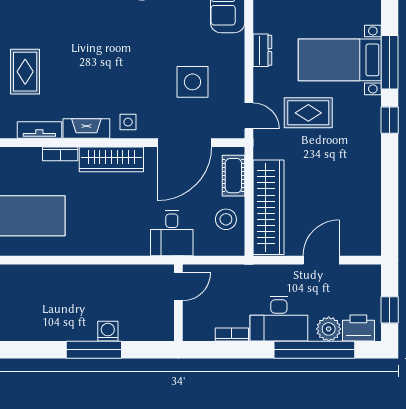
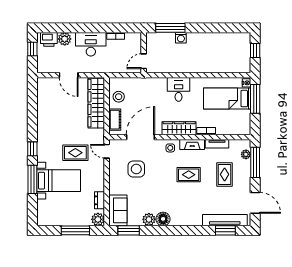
dresser: (262, 50) -> (100, 200), moved
rug: (93, 71) -> (189, 175), added
desk: (172, 233) -> (179, 89), moved
door: (321, 260) -> (69, 75), hinge flipped
window: (94, 350) -> (170, 28), moved
window: (314, 350) -> (72, 28), removed

